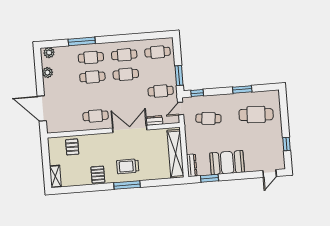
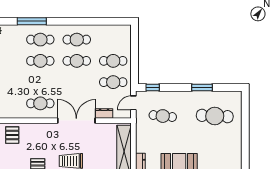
cafe table: (158, 52) -> (113, 61), moved
window: (179, 75) -> (135, 67), removed
window: (287, 144) -> (245, 151), removed

